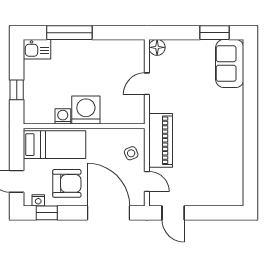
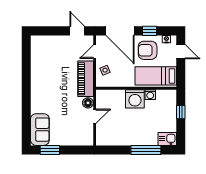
floor lamp: (157, 47) -> (88, 103), moved
door: (147, 181) -> (95, 52), hinge flipped
window: (47, 213) -> (149, 31), moved

